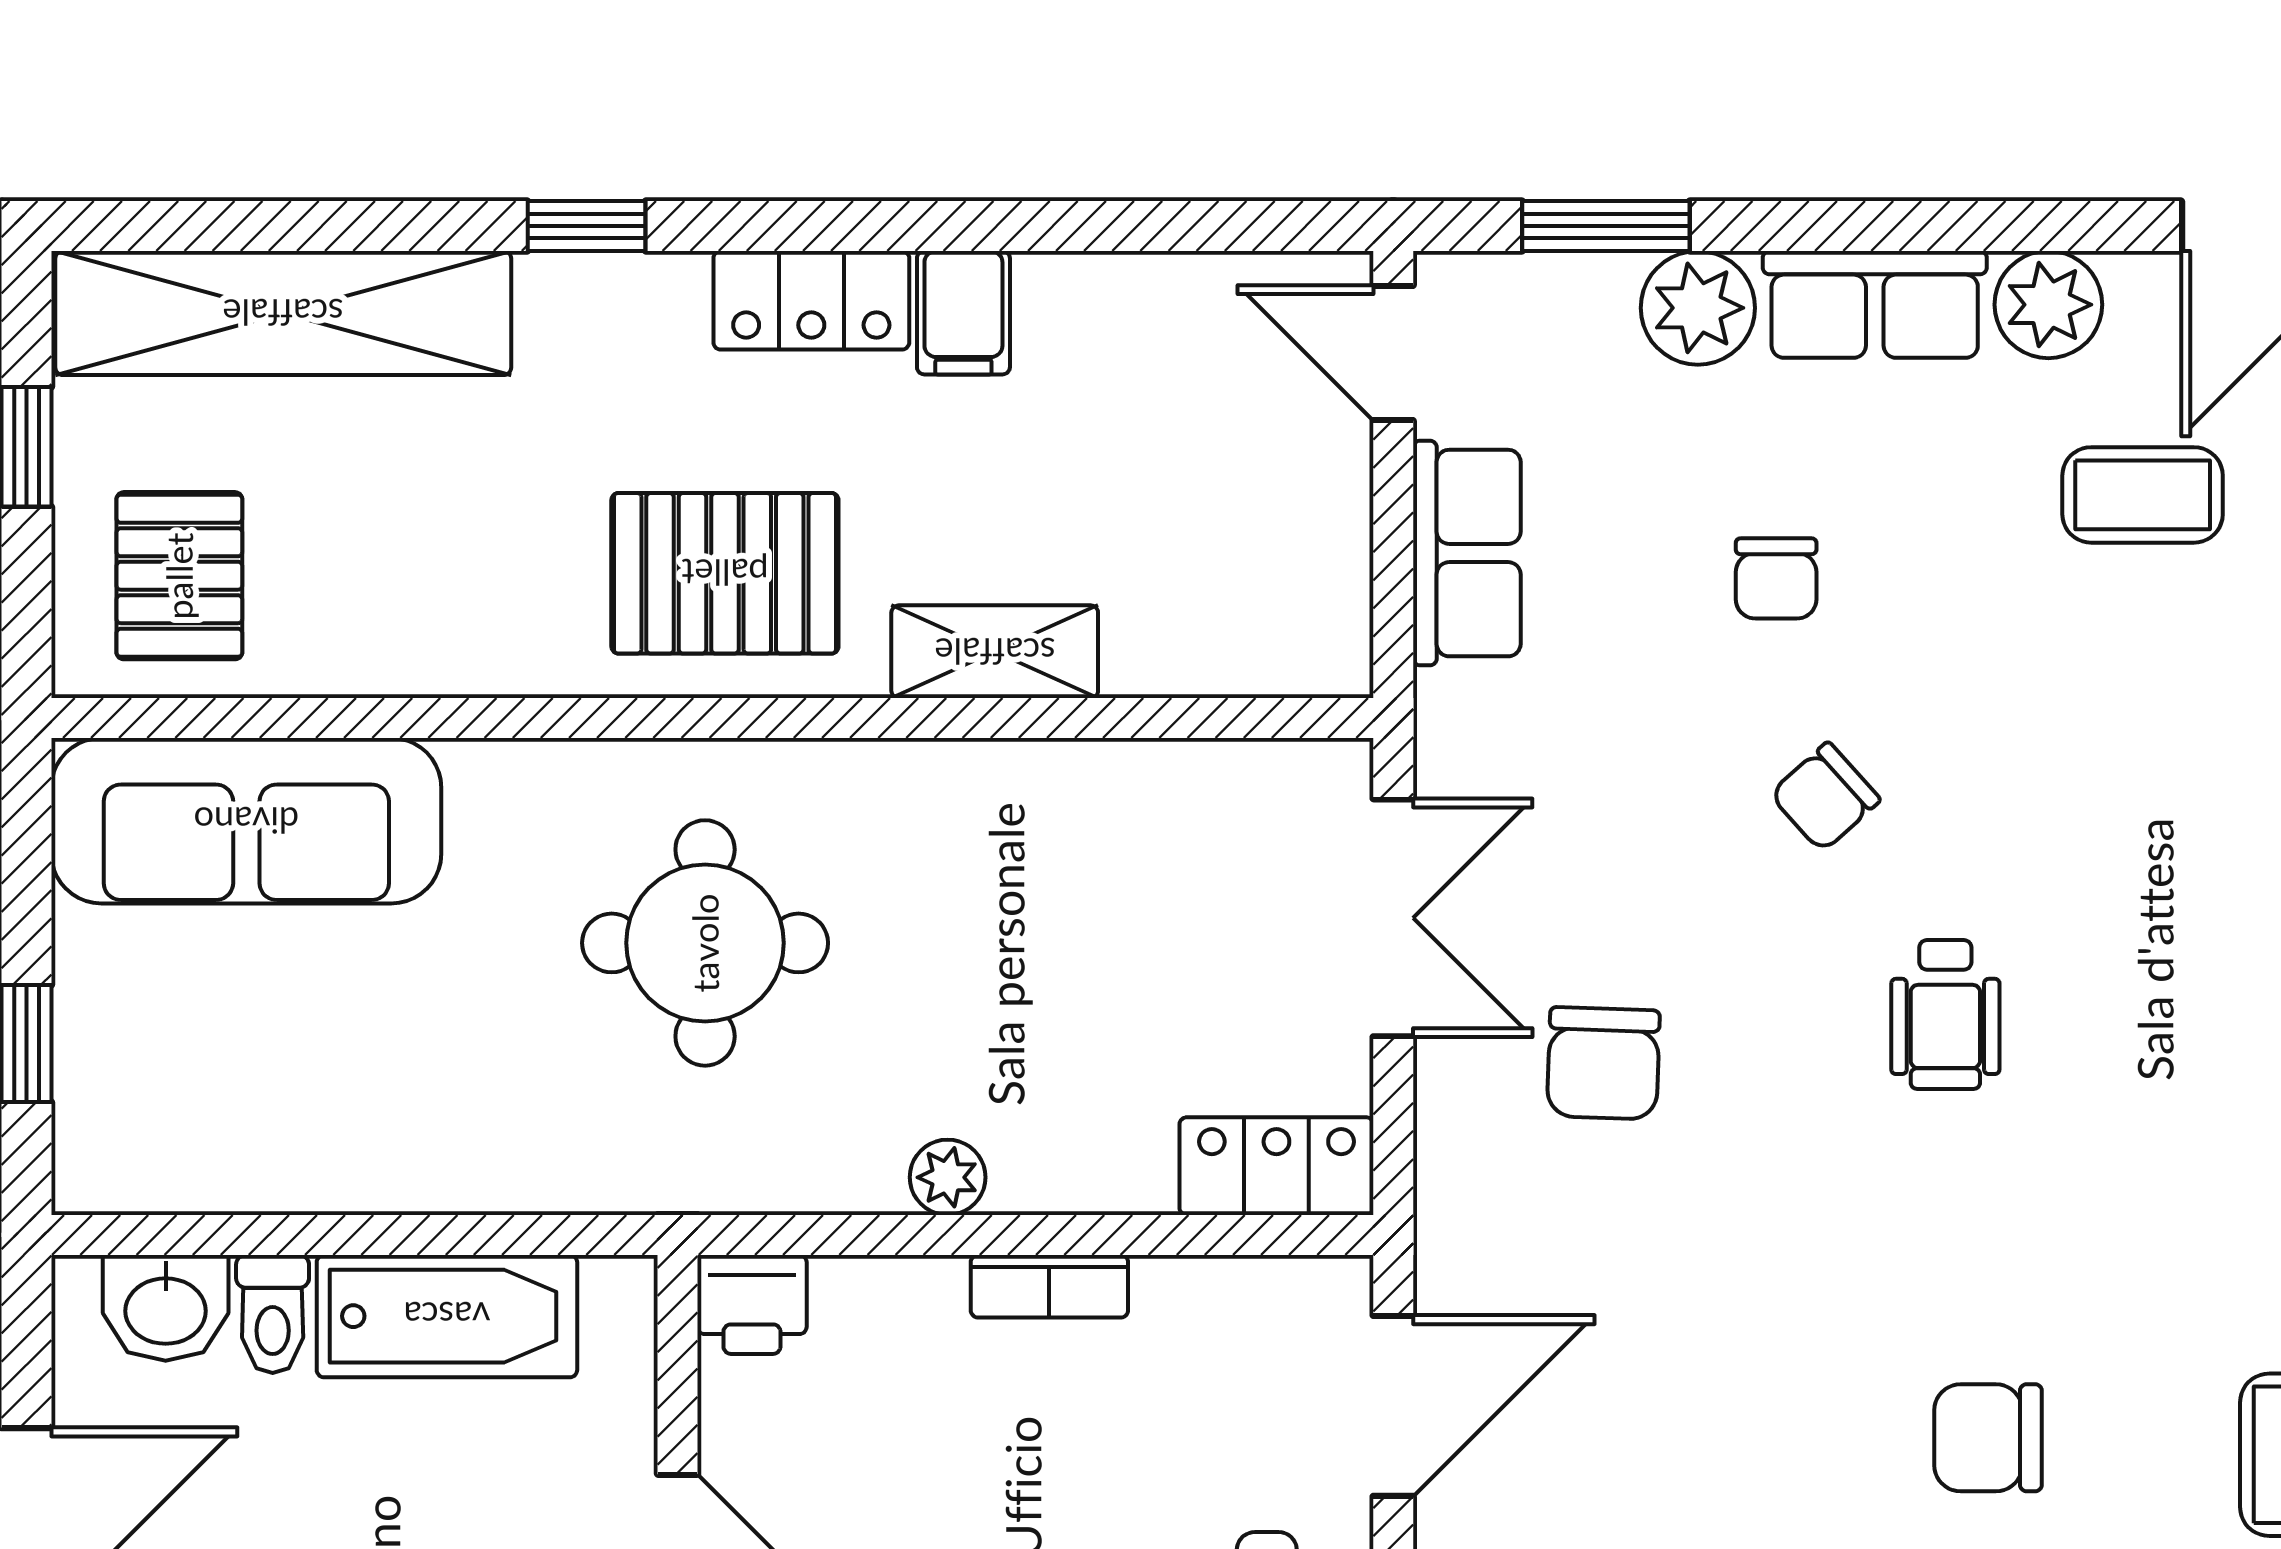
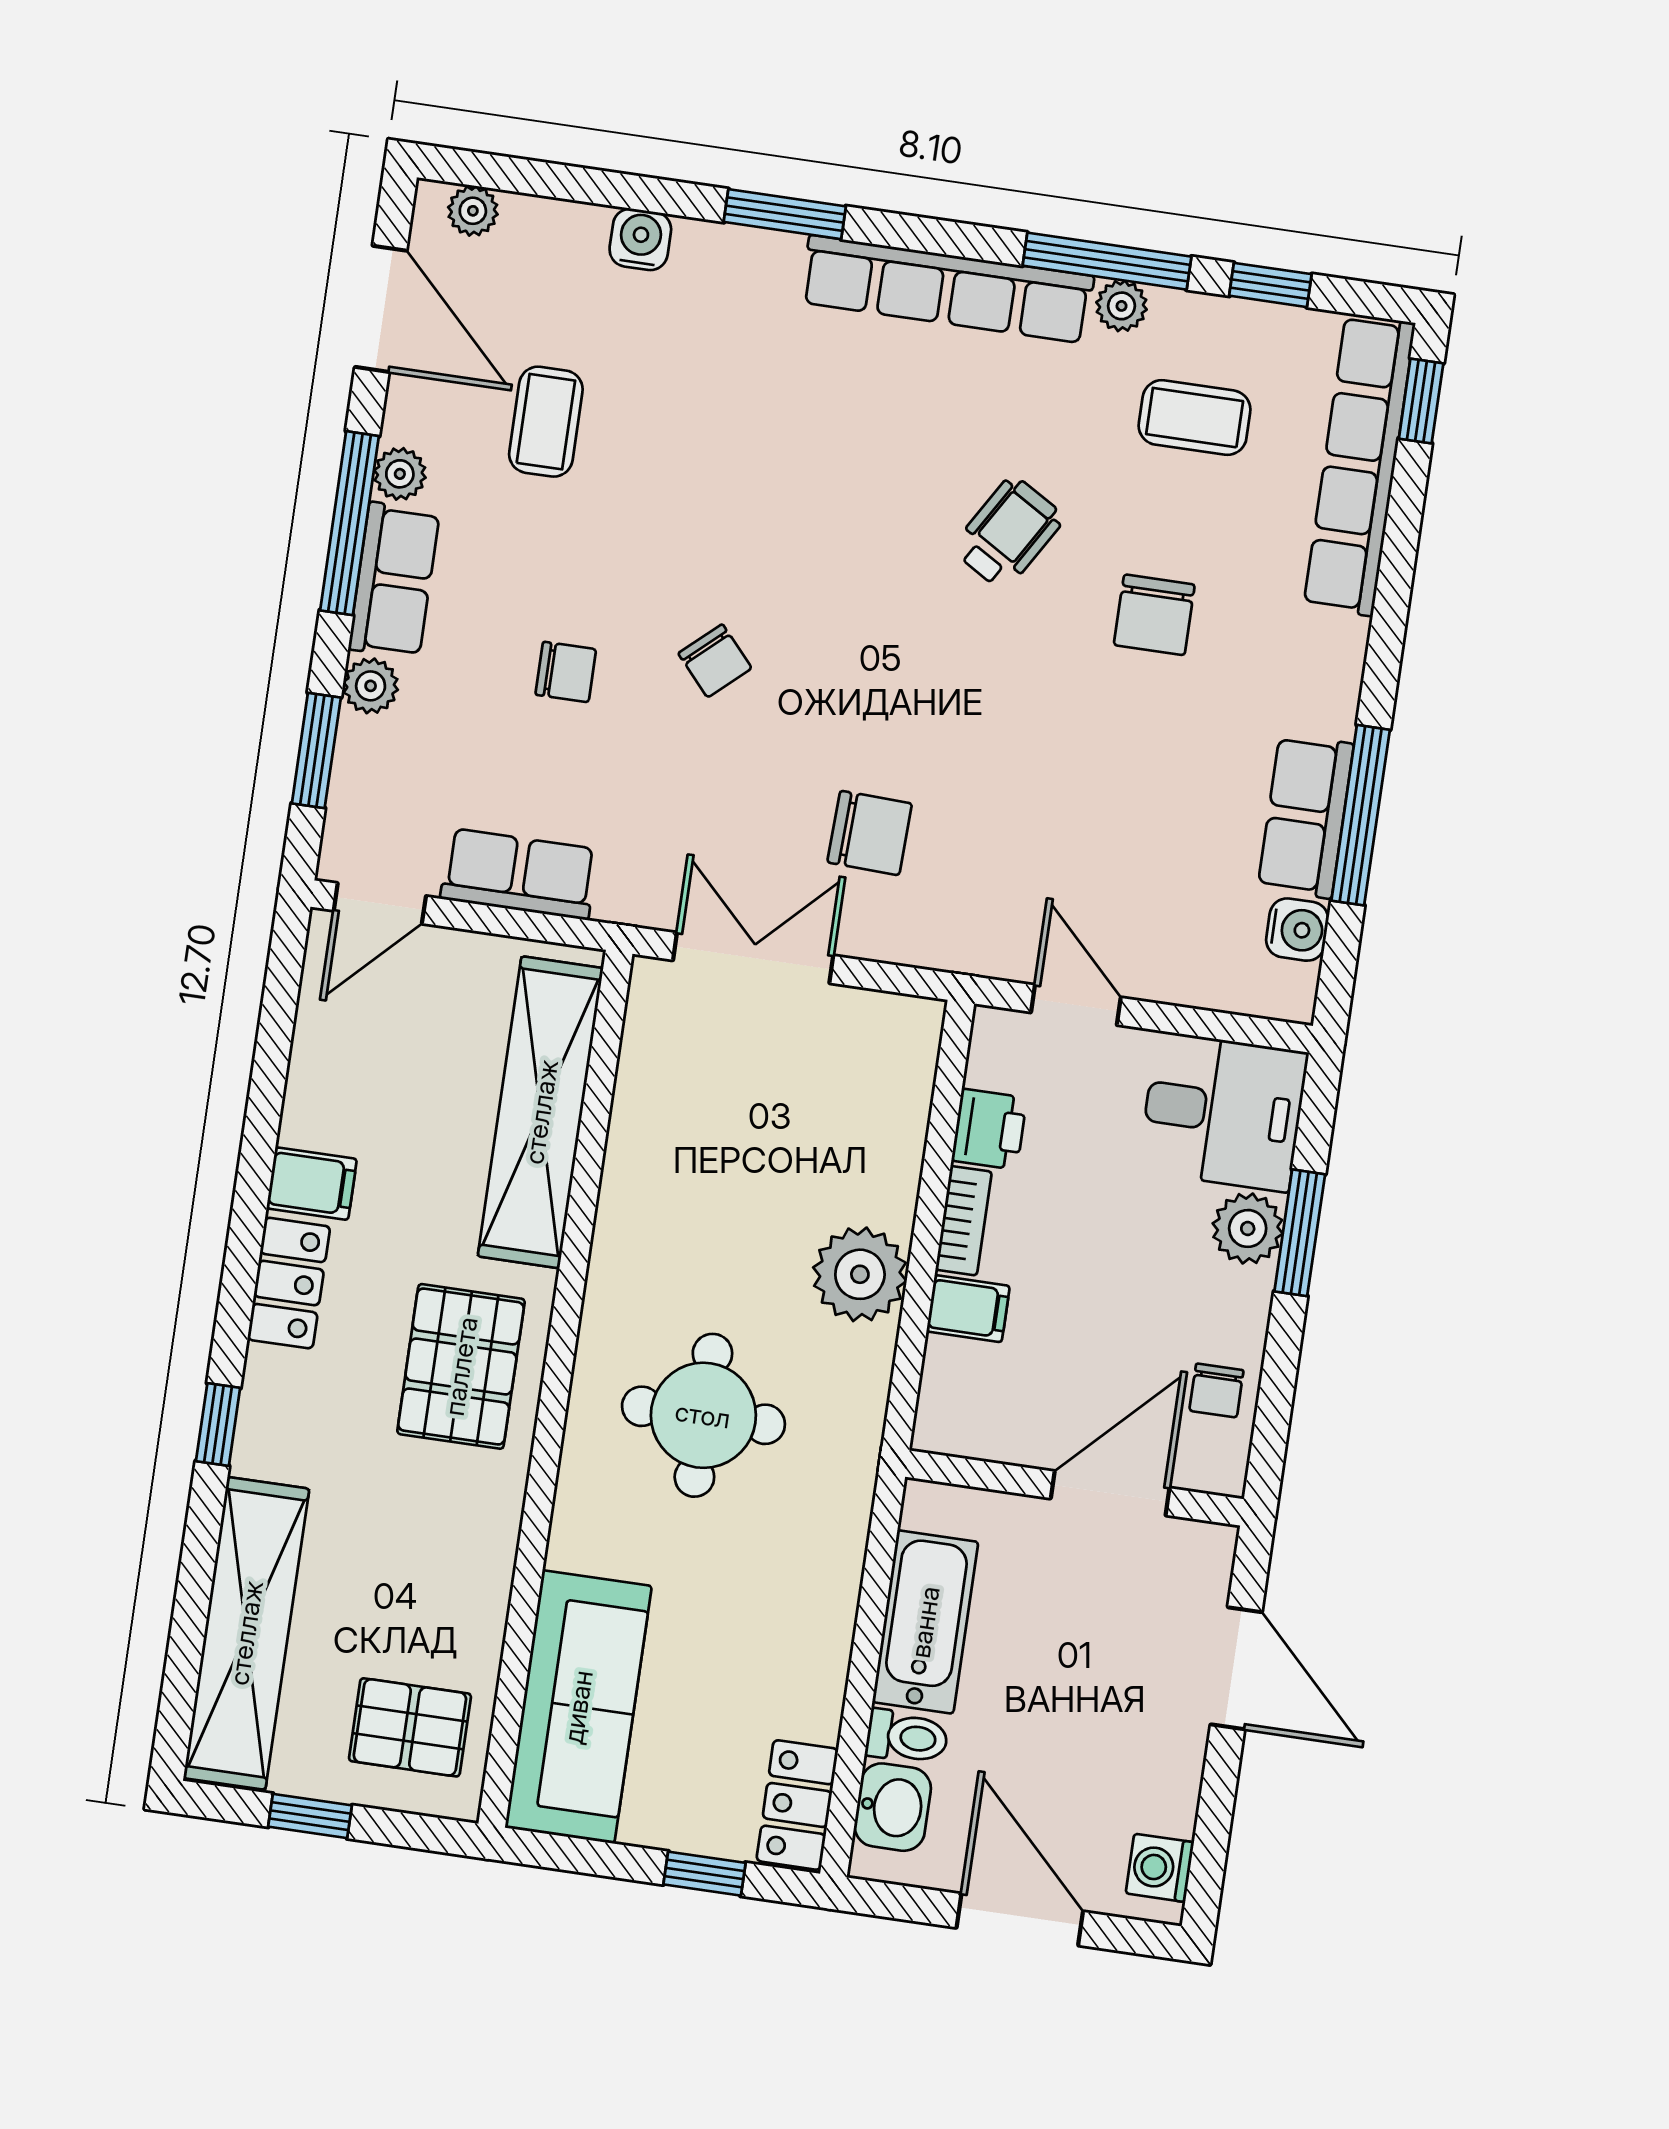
window: (1950, 226) -> (350, 523), added
plant: (2048, 305) -> (400, 474), width x0.73, depth x0.73
plant: (1698, 308) -> (371, 686), width x0.73, depth x0.73
shelving: (995, 652) -> (541, 1112), width x2.20, depth x1.33
wheelchair: (1945, 1014) -> (1008, 533), moved, turned -59
locker: (1276, 1166) -> (797, 1805), moved
plant: (948, 1177) -> (860, 1274), width x1.88, depth x1.88
printer: (752, 1304) -> (989, 1129), moved
filing cabinet: (920, 1312) -> (968, 1309), added
door: (1393, 1406) -> (1076, 1005), width x0.73

